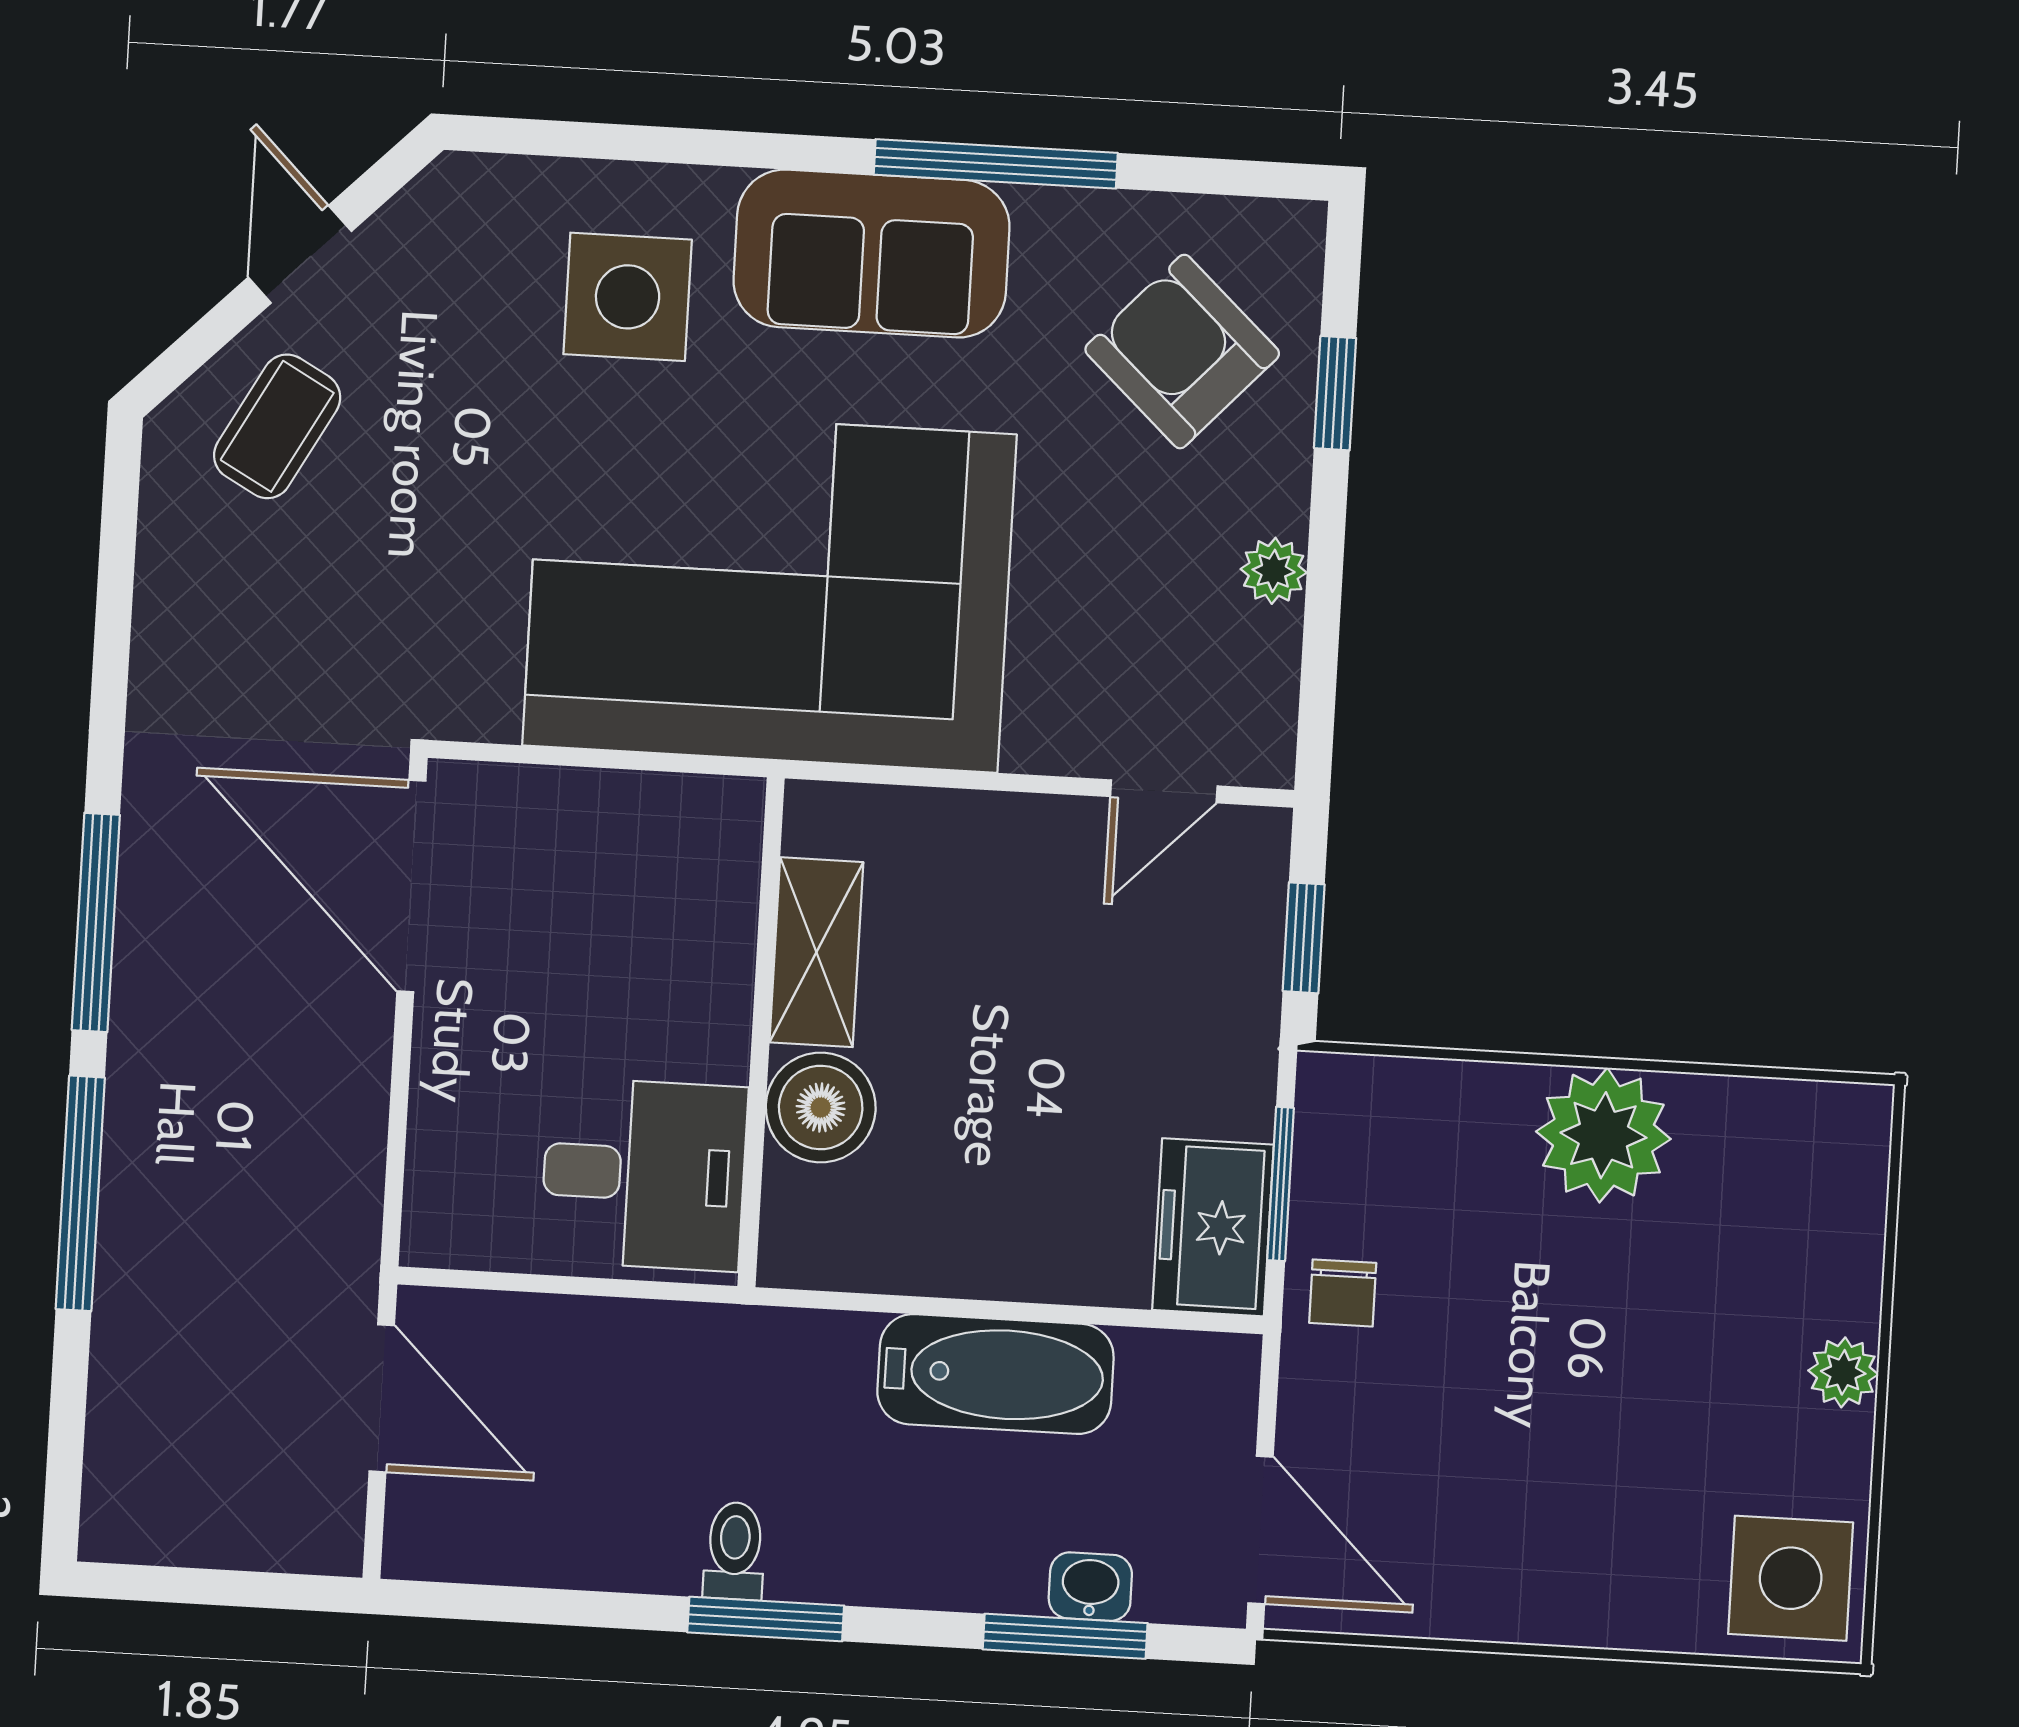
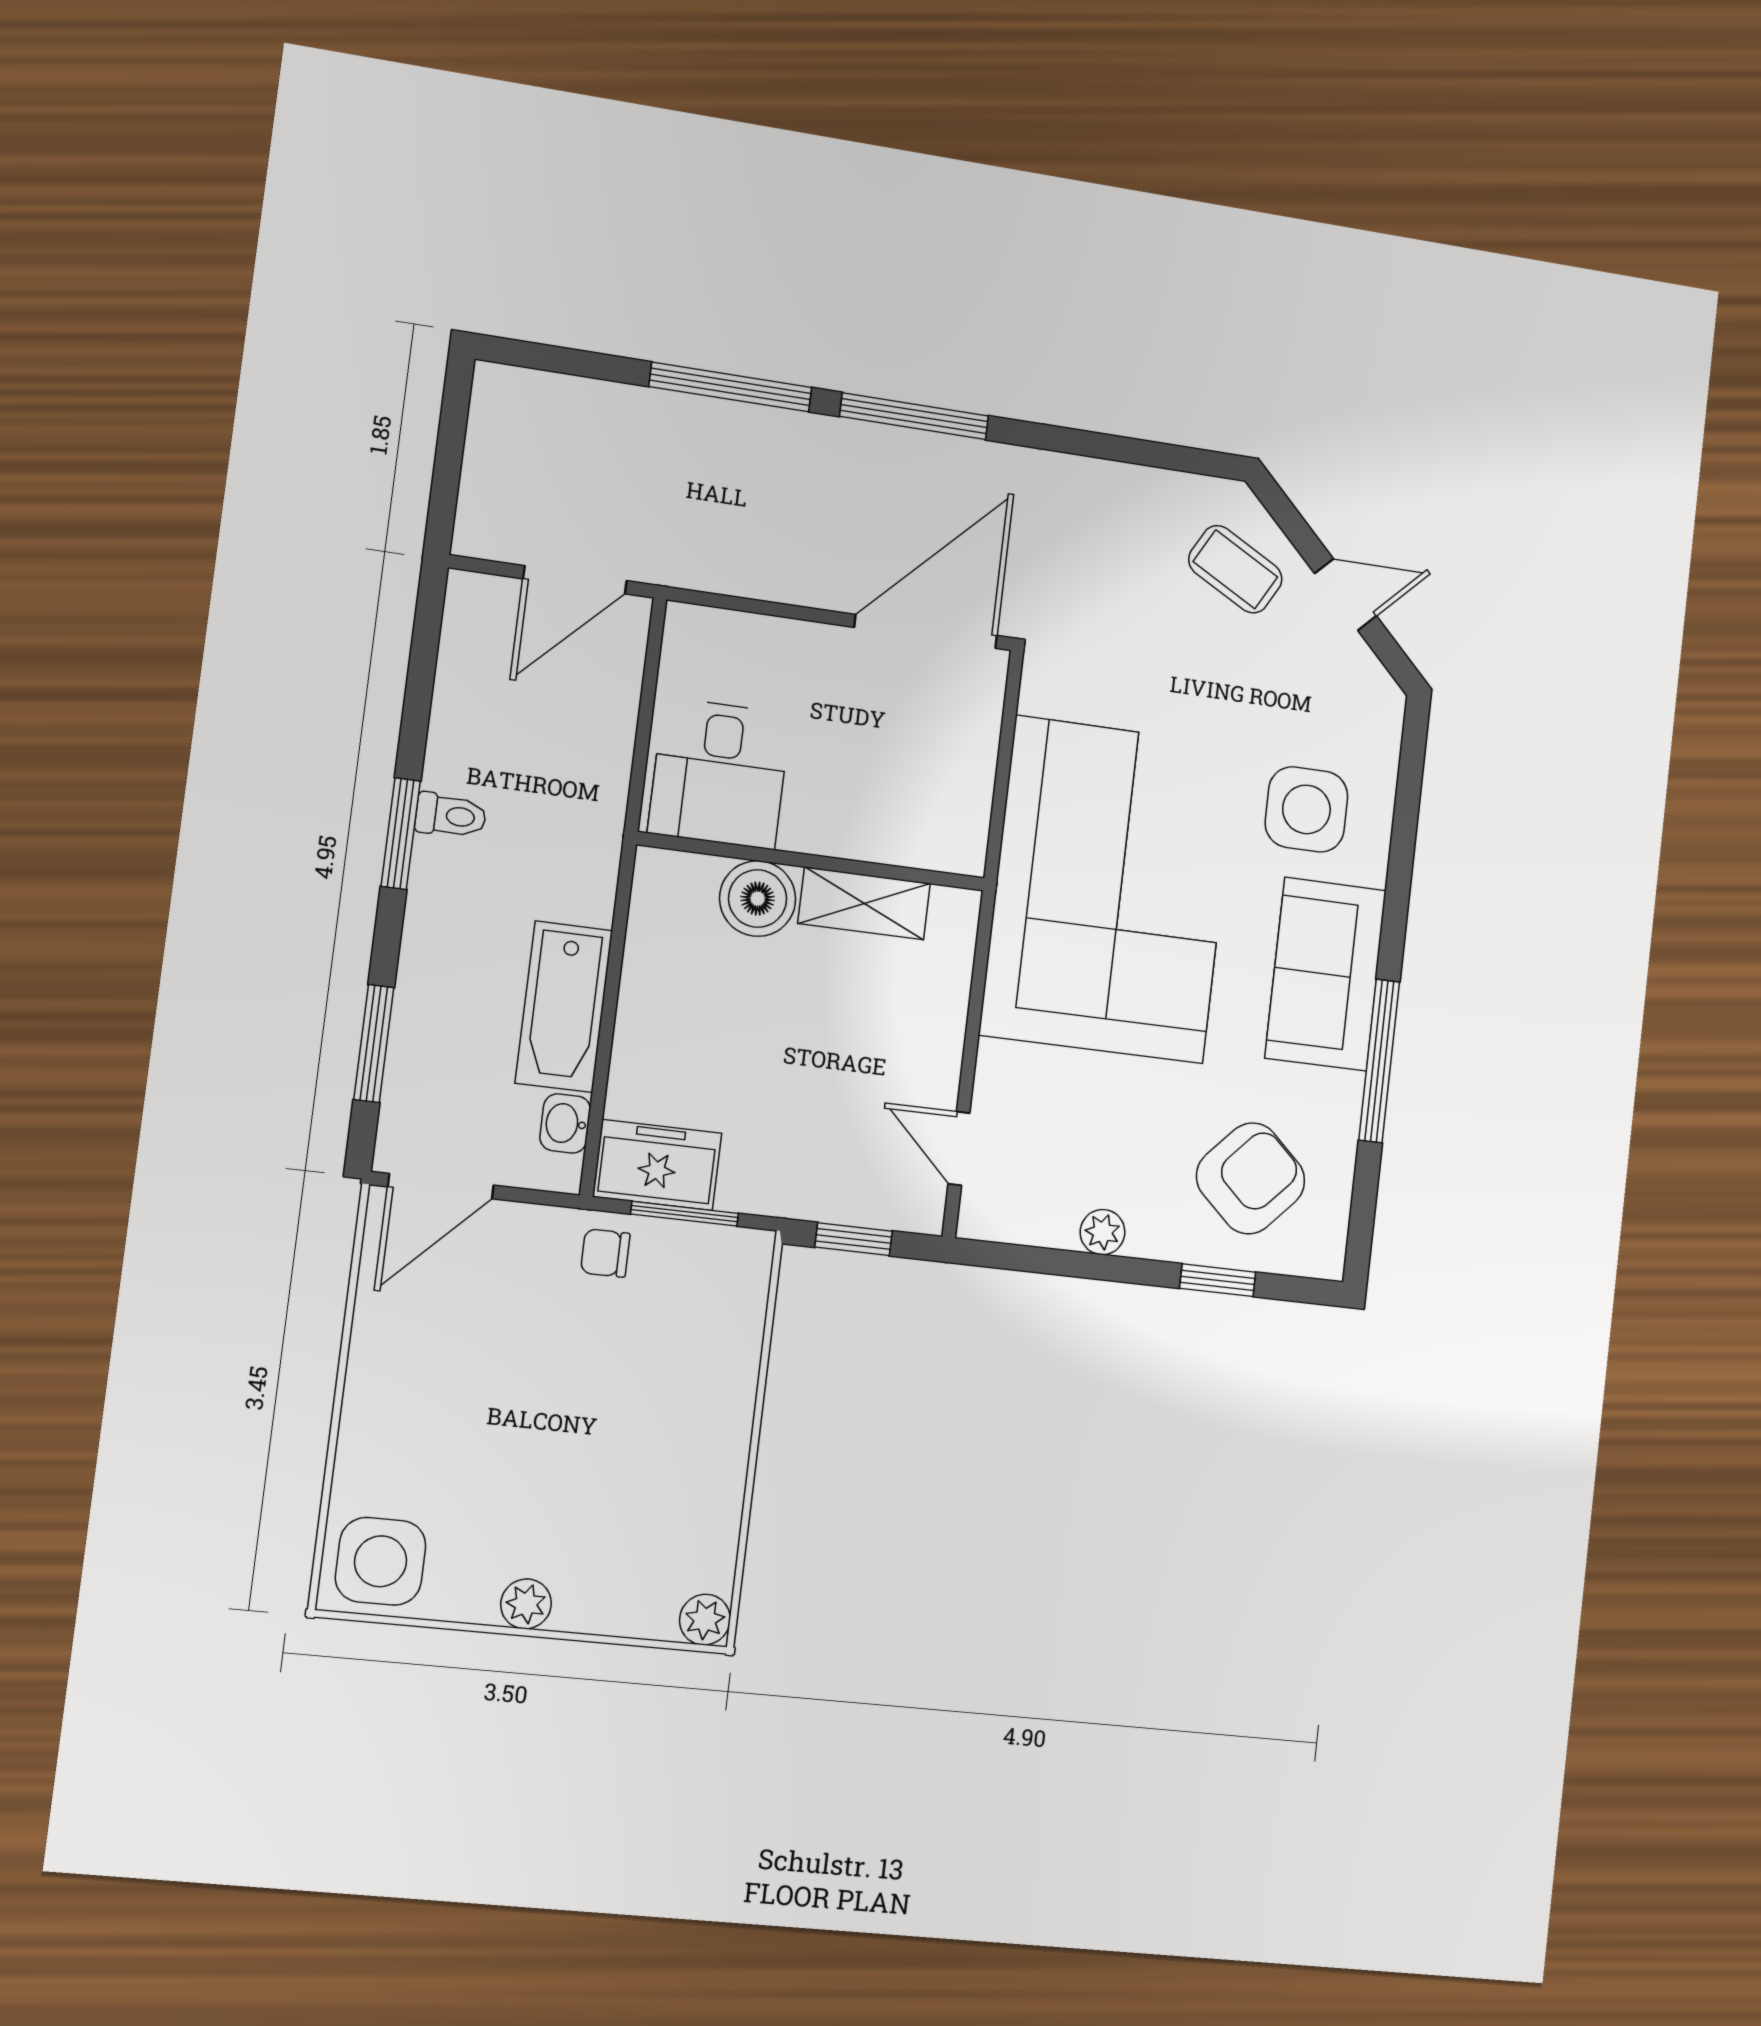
plant: (1603, 1135) -> (705, 1620), moved, width x0.53, depth x0.53
washbasin: (1090, 1587) -> (565, 1123), moved, turned 180

